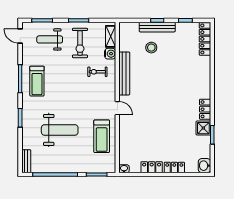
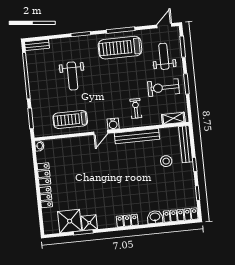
bench: (157, 27) -> (186, 144), moved
water cooler: (110, 54) -> (113, 124), moved
treadmill: (37, 81) -> (120, 48), width x1.37, depth x1.37
locker: (205, 109) -> (127, 221), moved
weight bench: (60, 130) -> (72, 76), width x0.73, depth x0.75
shower: (200, 147) -> (70, 221), added
washbasin: (204, 166) -> (155, 217), moved

